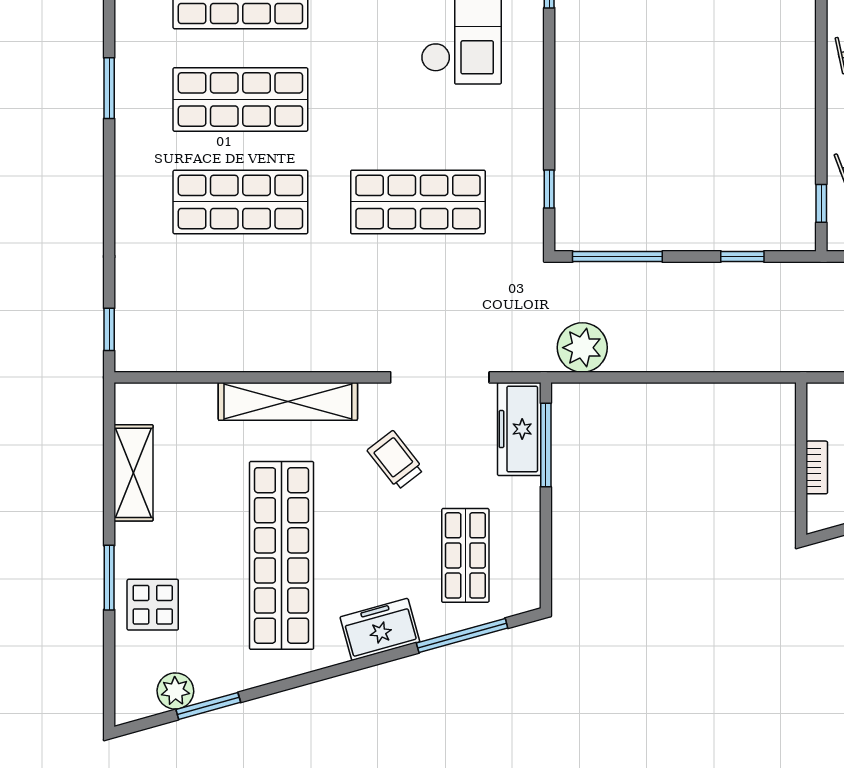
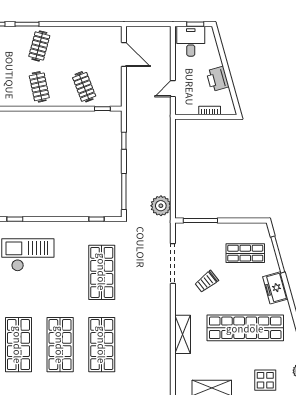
shelving: (288, 401) -> (183, 334), width x0.68
freezer: (519, 429) -> (194, 231), removed

